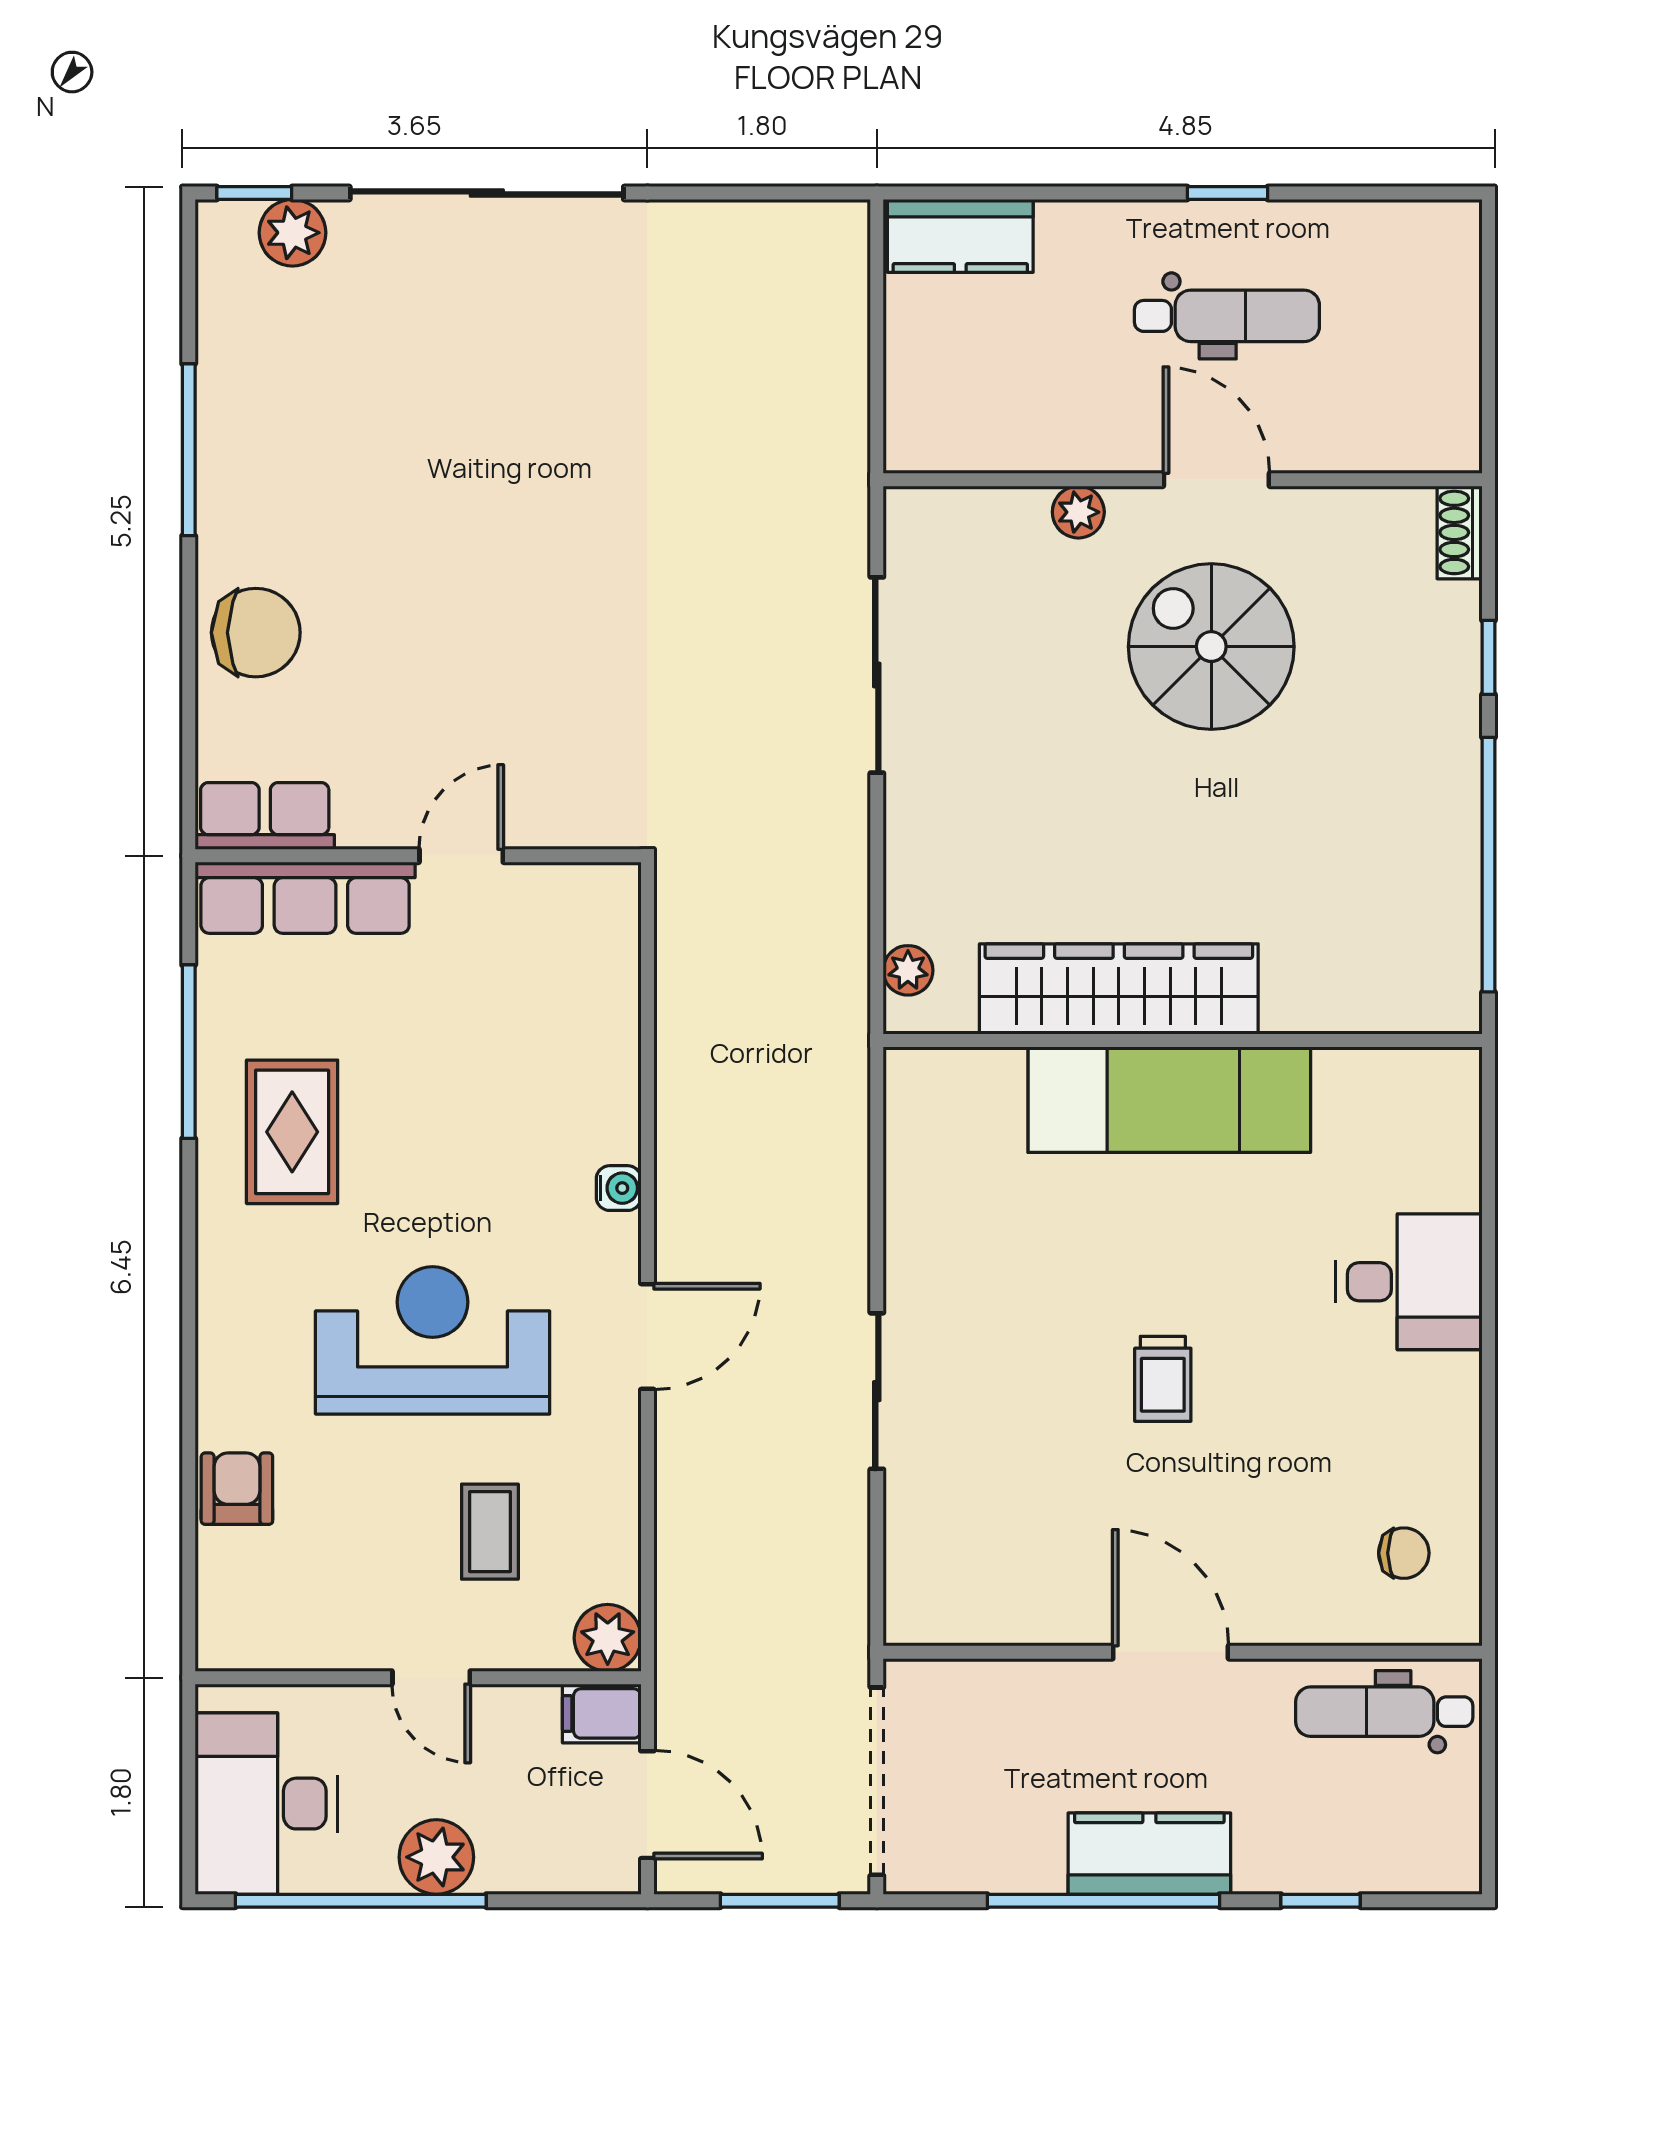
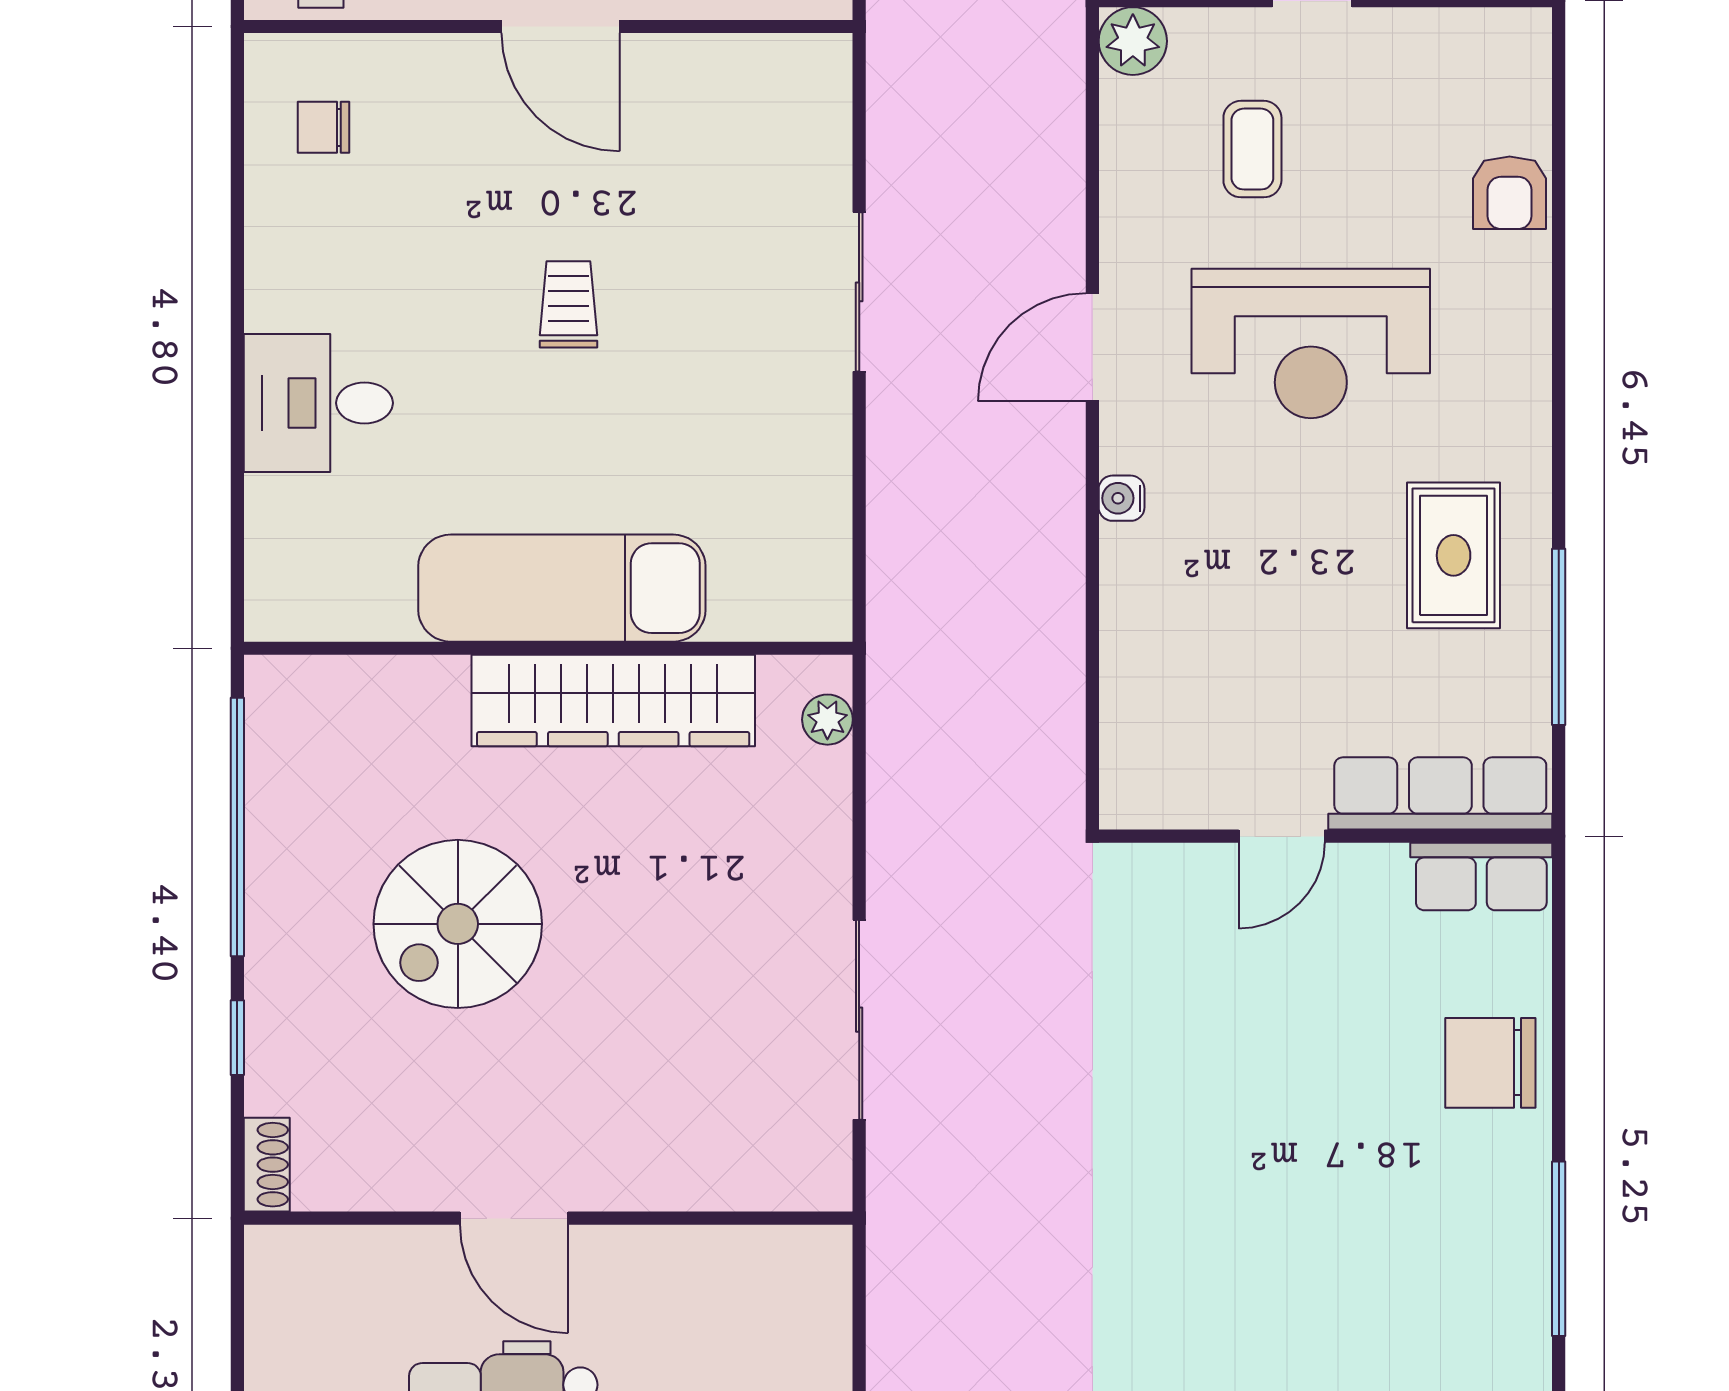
plant: (1078, 512) -> (654, 1185), removed
spiral stairs: (1211, 647) -> (458, 924), moved, turned 90

